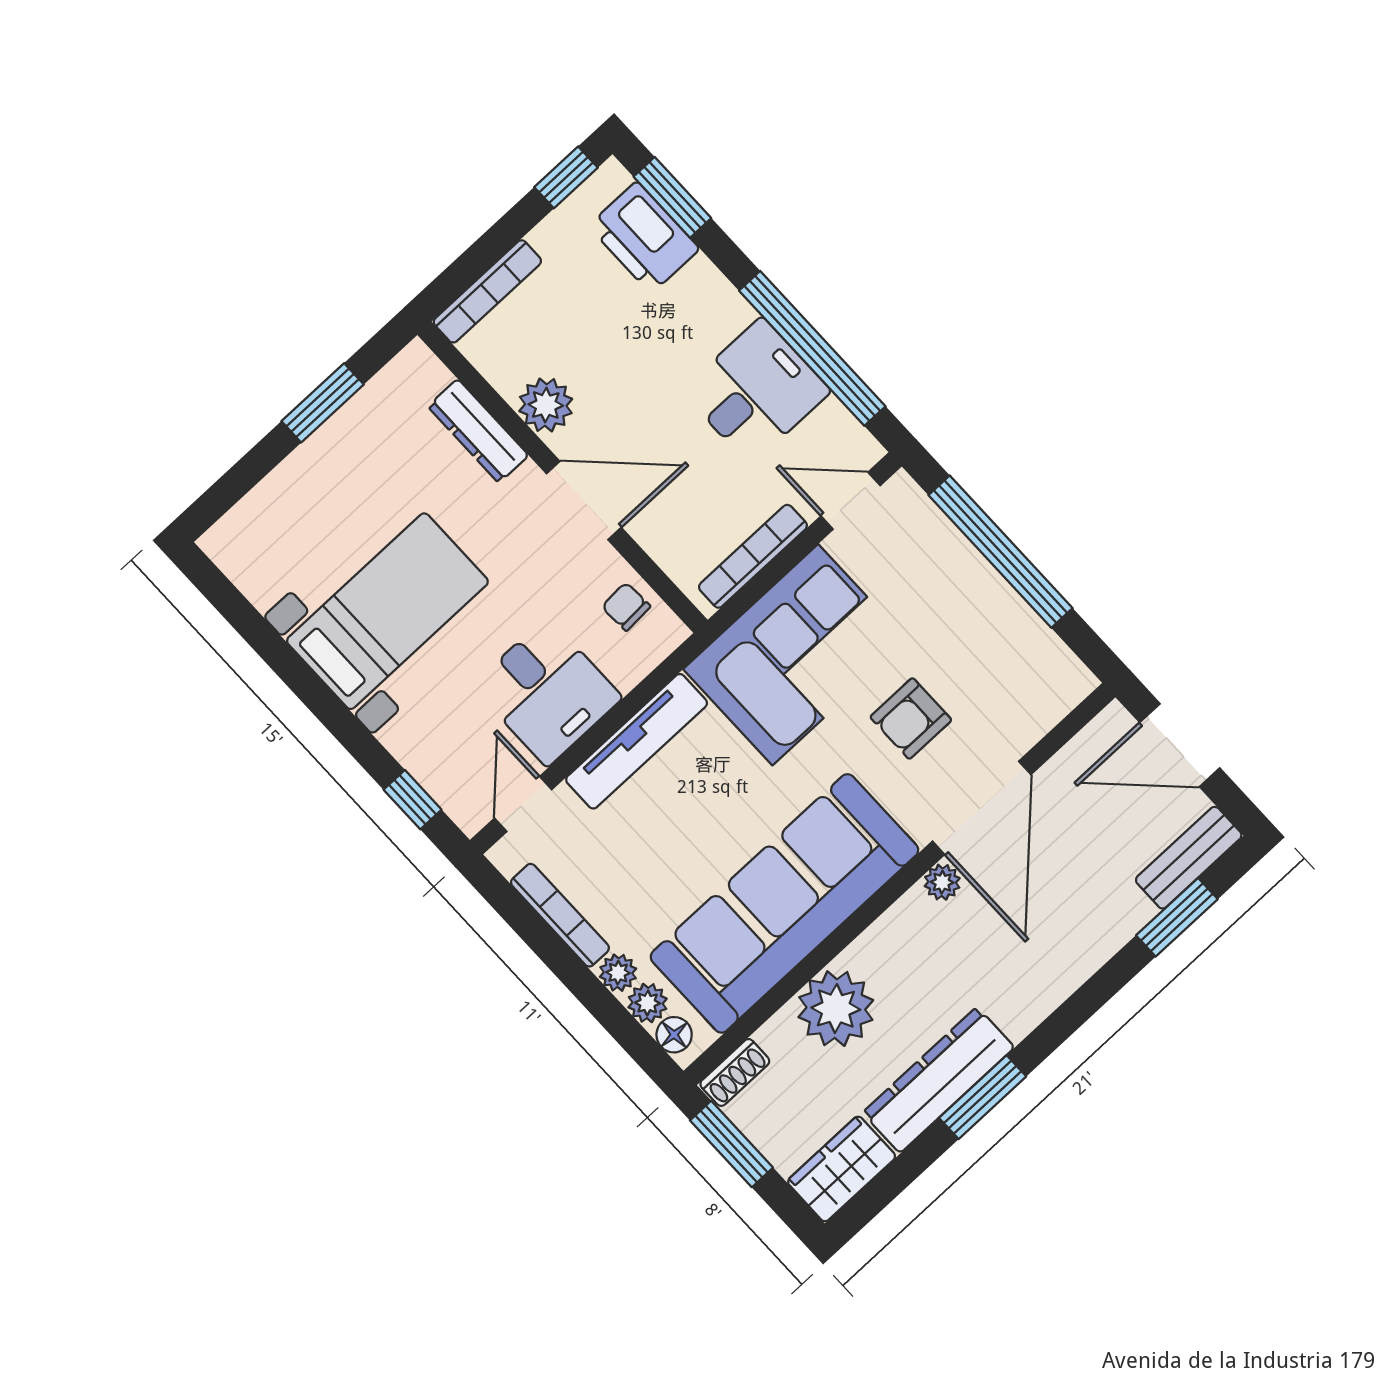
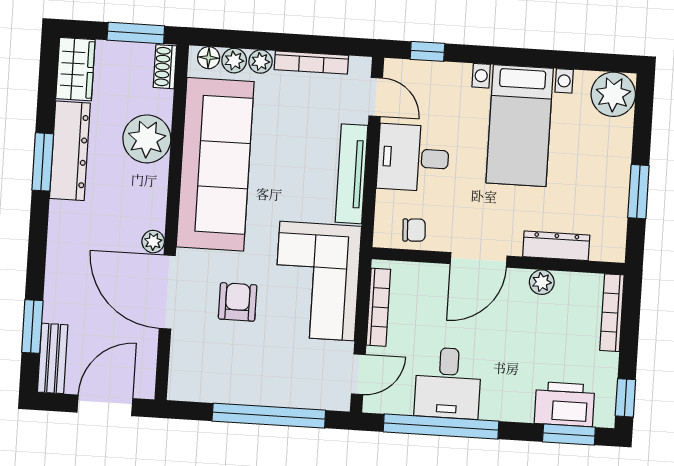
plant: (546, 405) -> (542, 282), width x0.73, depth x0.73
plant: (244, 544) -> (613, 94), added

